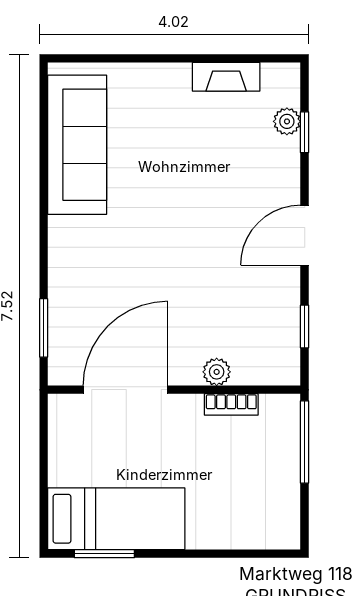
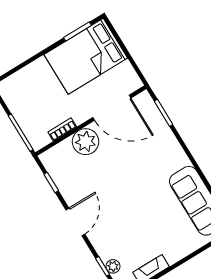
plant: (217, 372) -> (86, 142), width x1.88, depth x1.88
door: (125, 390) -> (112, 108), hinge flipped
bed: (116, 519) -> (86, 56), width x1.50

